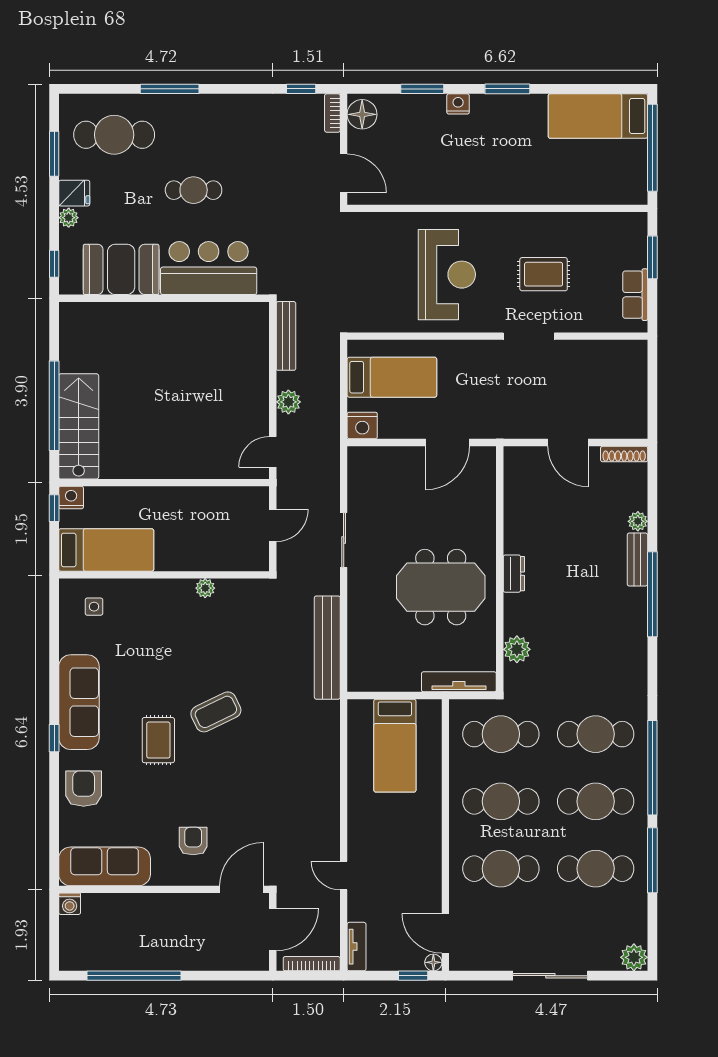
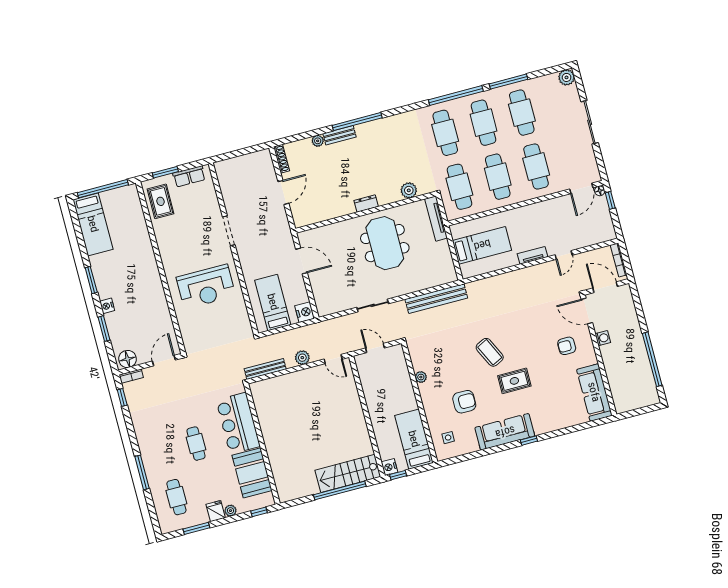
cafe table: (114, 135) -> (176, 497), width x0.73, depth x0.74
rug: (544, 274) -> (161, 201), moved
reception desk: (447, 275) -> (206, 287), turned 180
armchair: (84, 789) -> (464, 402), moved, turned 180
washing machine: (70, 904) -> (603, 338), moved
tv unit: (357, 947) -> (532, 255), moved

